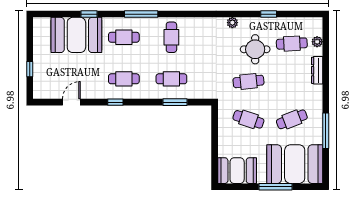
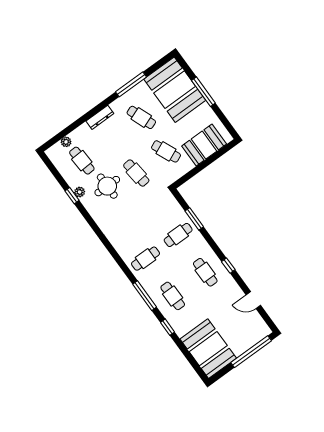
window: (89, 14) -> (168, 327), moved
plant: (232, 23) -> (80, 192), moved
booth: (76, 35) -> (208, 349), moved
window: (30, 69) -> (251, 352), width x3.17
dresser: (317, 70) -> (100, 117), moved
cafe table: (171, 79) -> (178, 235), turned 90
cafe table: (248, 119) -> (166, 151), turned -42
booth: (237, 171) -> (204, 145), moved, turned 90

